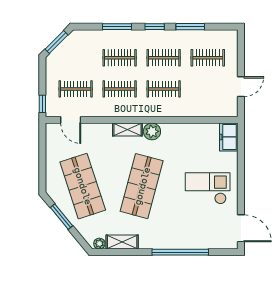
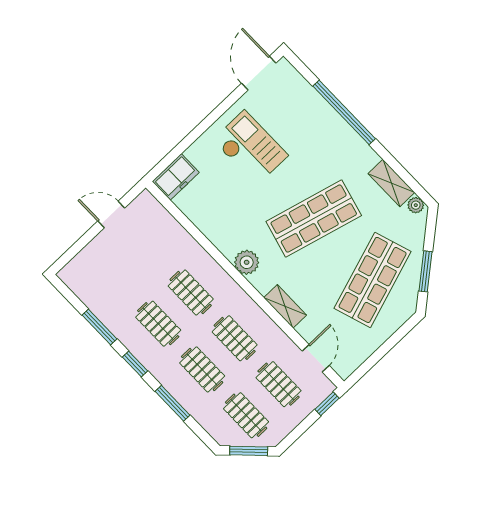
clothes rail: (208, 58) -> (246, 415), moved
shelving: (127, 130) -> (285, 306), moved
checkout: (208, 188) -> (250, 148), turned 180

